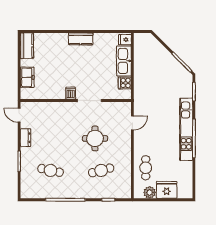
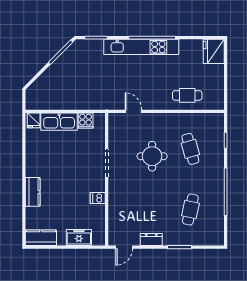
kitchen counter: (81, 39) -> (33, 192), moved
dishwasher: (71, 93) -> (98, 198), moved
fridge: (167, 190) -> (214, 51), moved
plant: (150, 192) -> (217, 91), removed

